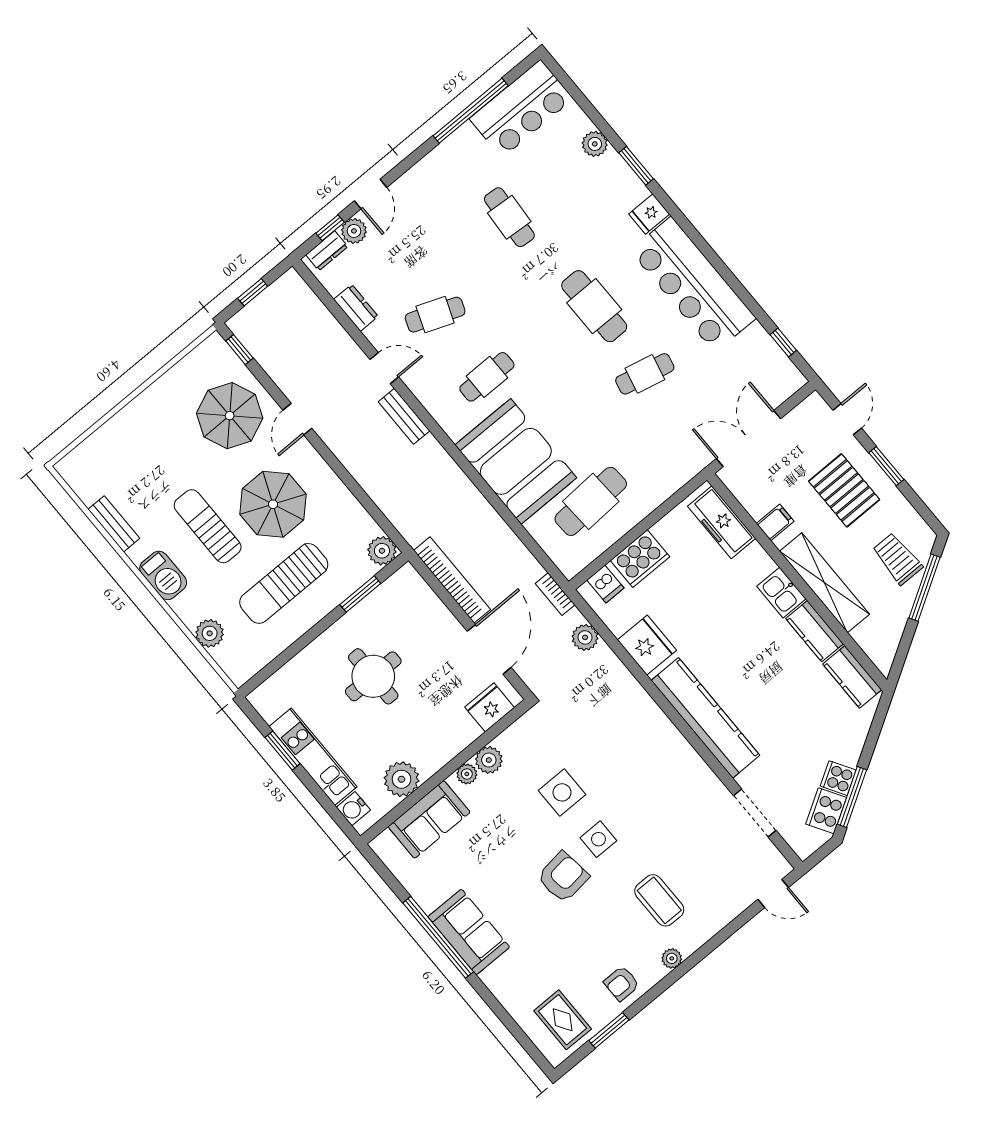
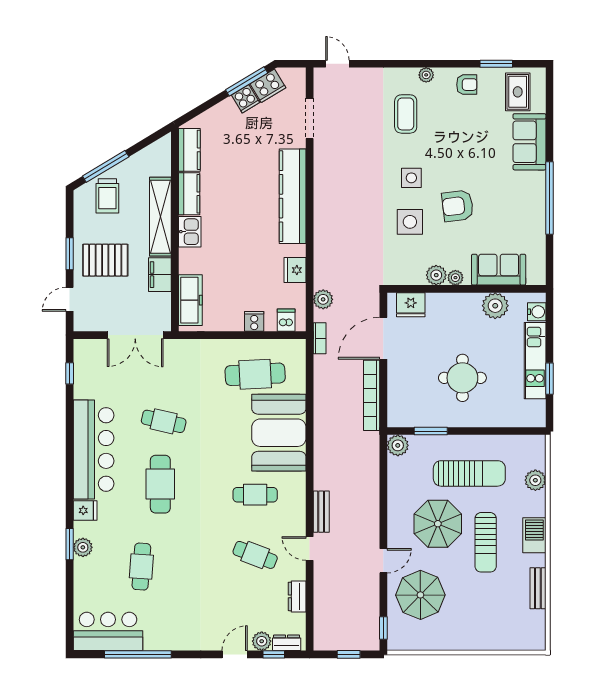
plant: (595, 144) -> (83, 547), moved
cafe table: (509, 217) -> (141, 567), moved
pallet: (844, 490) -> (105, 260), turned 90
filing cabinet: (775, 522) -> (160, 275), width x2.00
cooker: (640, 559) -> (254, 321), width x0.53, depth x0.76
fridge: (647, 645) -> (295, 270), width x0.73, depth x0.75
armchair: (563, 877) -> (458, 206), moved
sofa: (469, 932) -> (529, 142), moved

